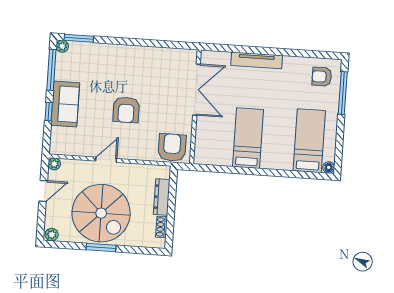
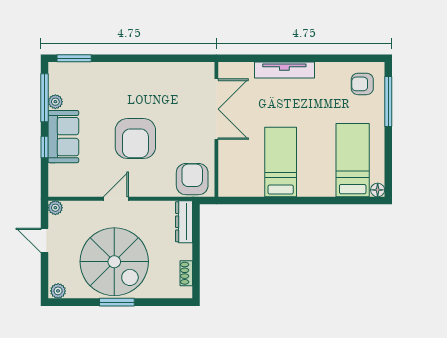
plant: (62, 46) -> (55, 102), moved
armchair: (126, 110) -> (135, 139), width x1.36, depth x1.36
door: (43, 191) -> (44, 240), swing flipped
dresser: (162, 197) -> (184, 222), moved

